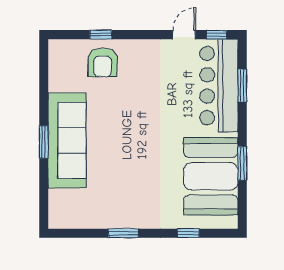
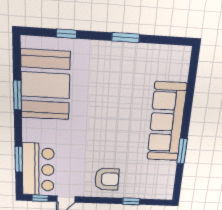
armchair: (103, 62) -> (107, 179), moved, turned 90
bar counter: (219, 86) -> (38, 170), width x0.73
window: (44, 142) -> (182, 151), moved

